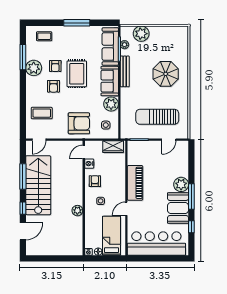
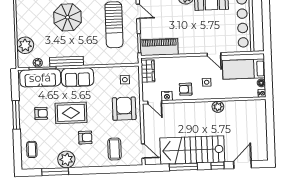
armchair: (55, 66) -> (41, 113), moved
plant: (111, 104) -> (102, 75), removed
piano: (135, 183) -> (159, 47), moved
door: (23, 231) -> (242, 165), hinge flipped

